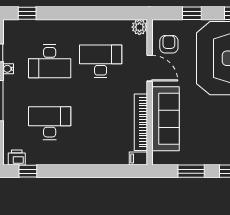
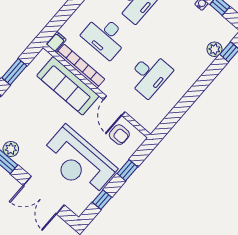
plant: (139, 27) -> (215, 49), moved
desk: (50, 61) -> (105, 37), moved, turned -90
door: (150, 68) -> (114, 106), hinge flipped

